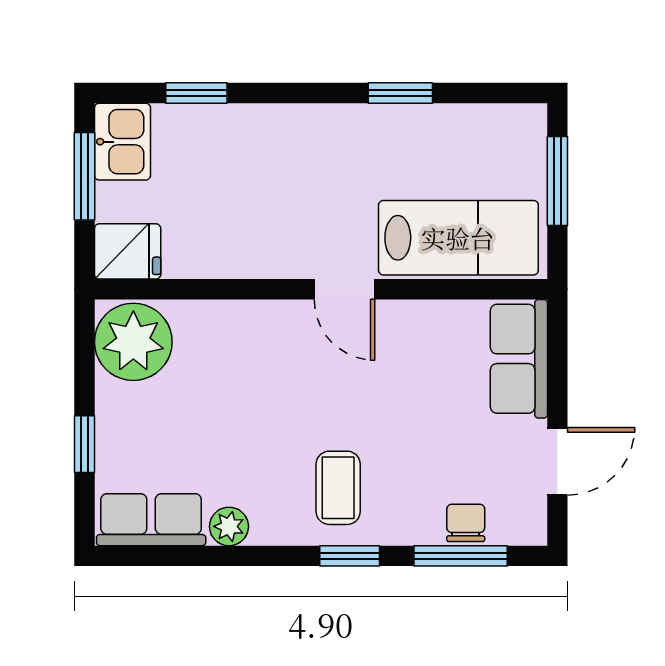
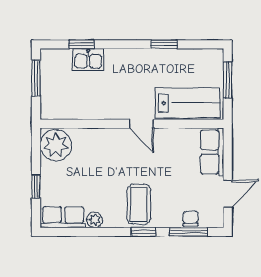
kitchen sink: (122, 142) -> (88, 60), moved, turned 90
fridge: (128, 251) -> (54, 109), removed
coffee table: (338, 488) -> (139, 204), width x1.36, depth x1.30

